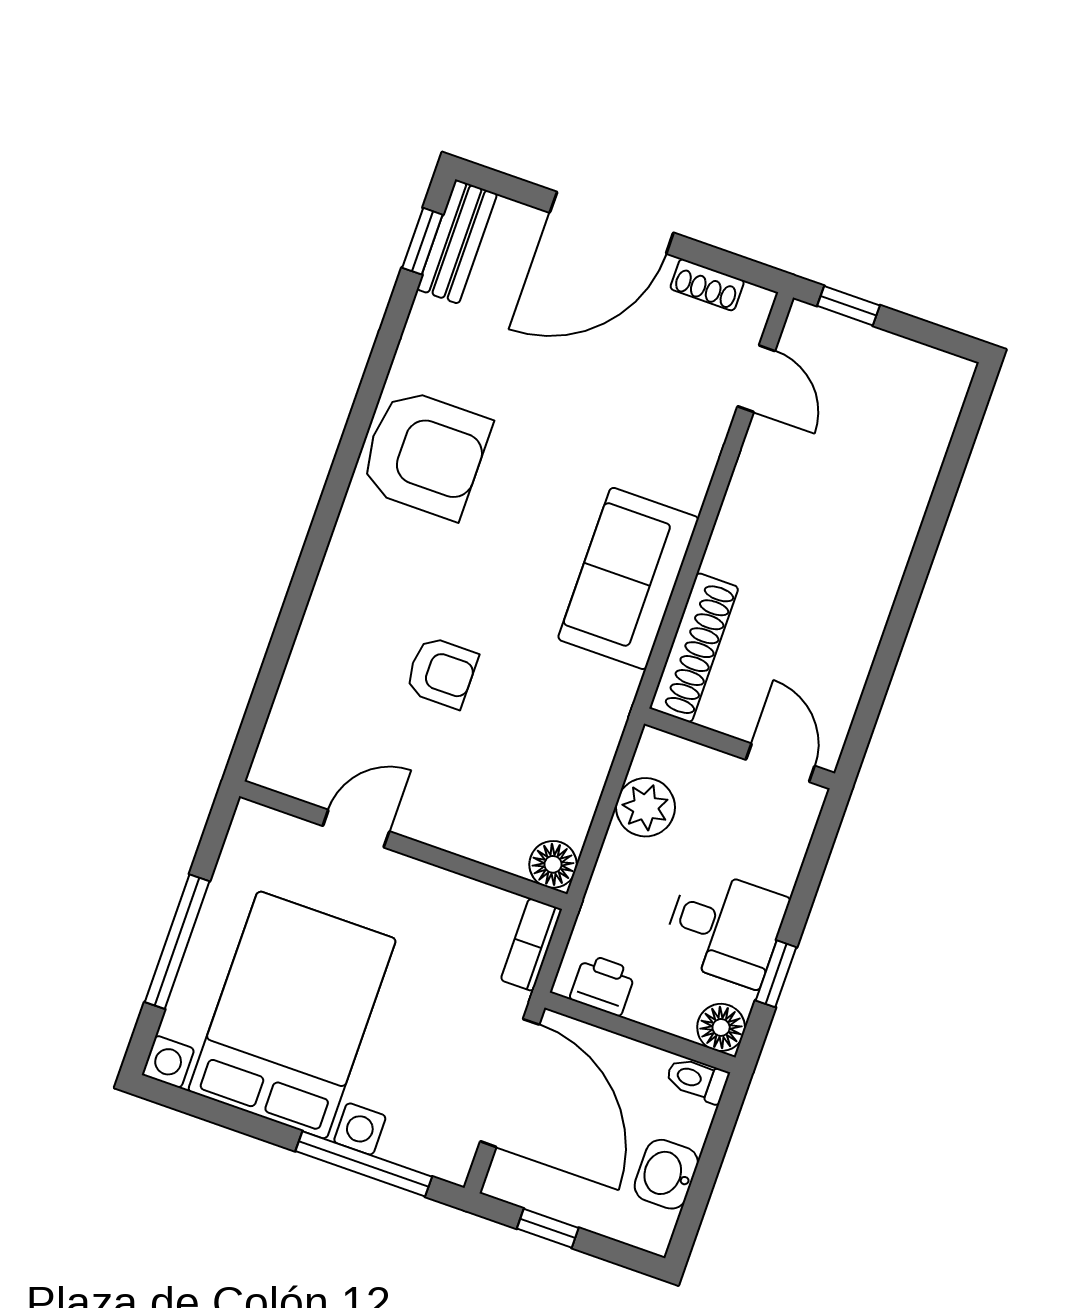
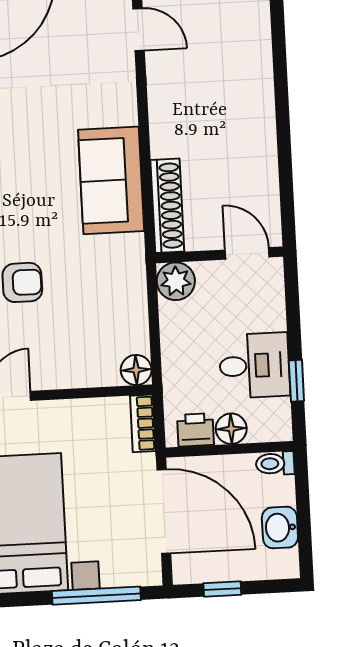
plant: (646, 807) -> (176, 281), moved
floor lamp: (721, 1027) -> (231, 429), moved

